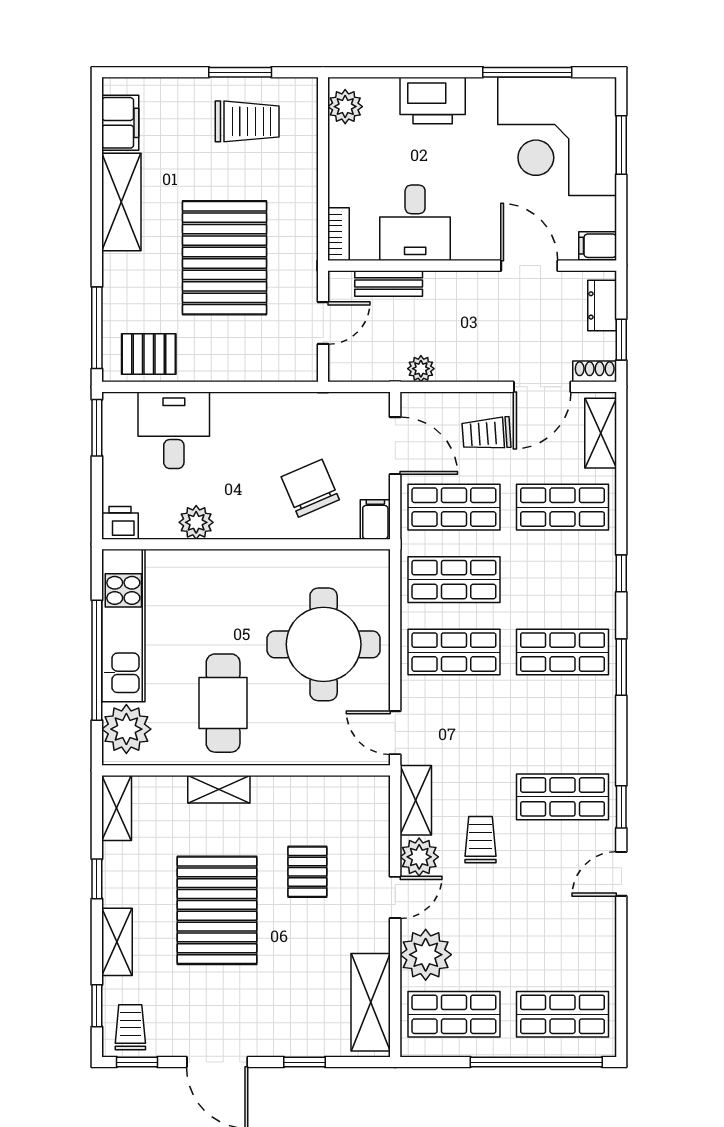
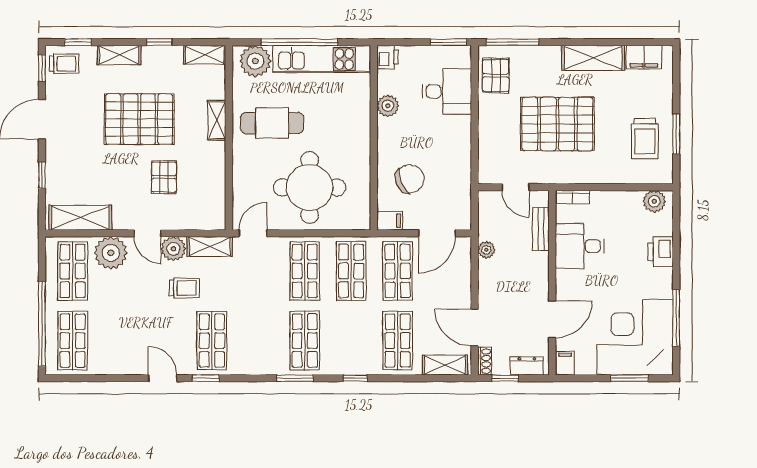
printer: (433, 101) -> (661, 252), width x0.73, depth x0.84
trolley: (486, 434) -> (445, 292), removed
pallet: (307, 872) -> (164, 177), turned 90

